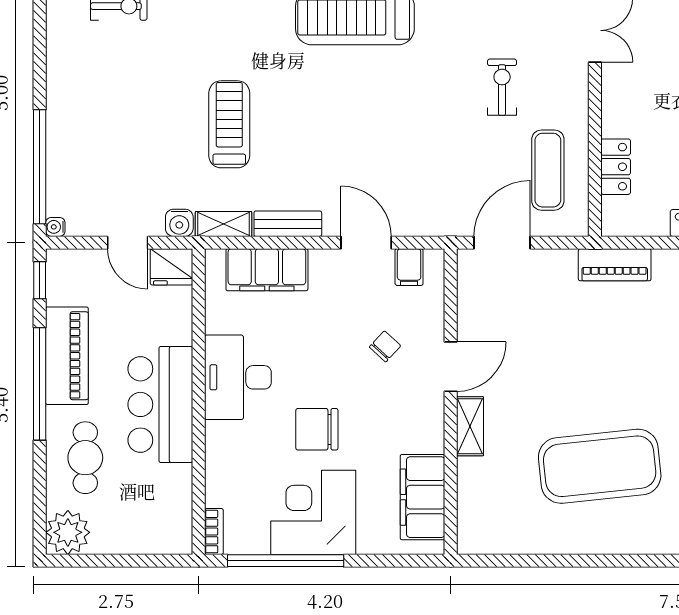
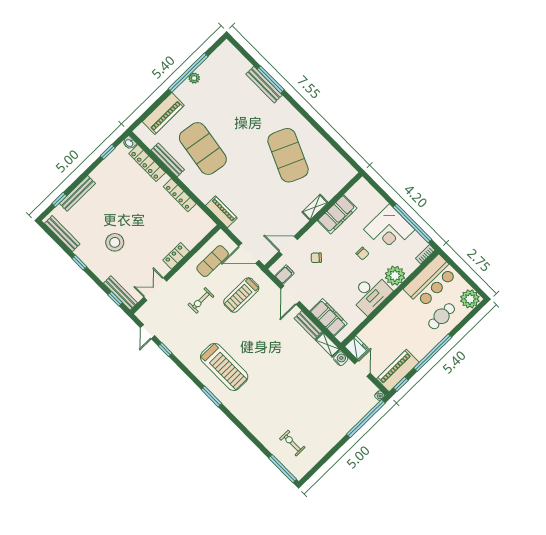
treadmill: (229, 124) -> (241, 295), moved
locker: (616, 167) -> (176, 256), moved
piano: (67, 356) -> (398, 371), moved
door: (451, 367) -> (288, 246), moved
bar counter: (160, 404) -> (431, 281), moved
chair: (317, 429) -> (362, 254), width x0.54, depth x0.54
plant: (228, 447) -> (395, 276), added
exercise mat: (600, 466) -> (288, 155), turned 30
filing cabinet: (423, 497) -> (337, 214), moved

